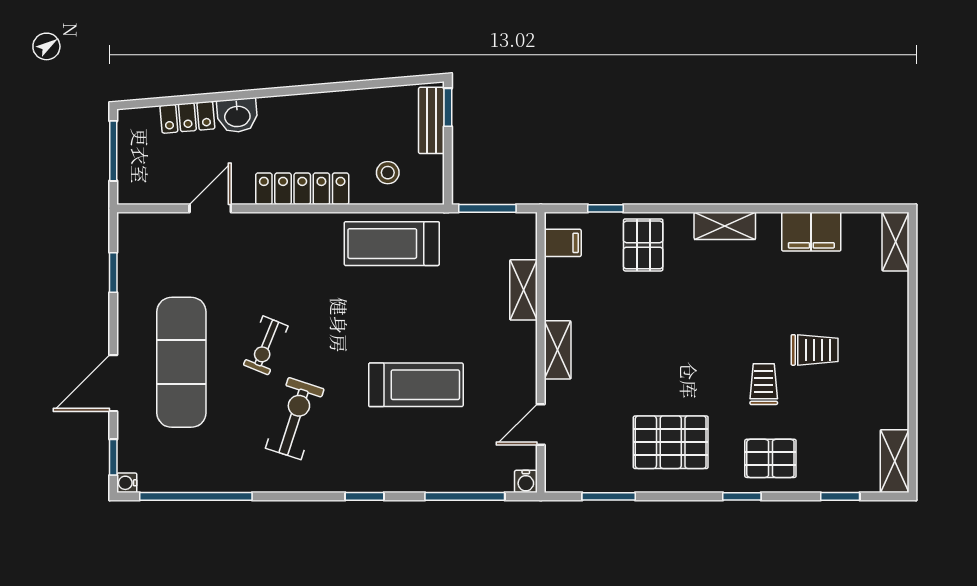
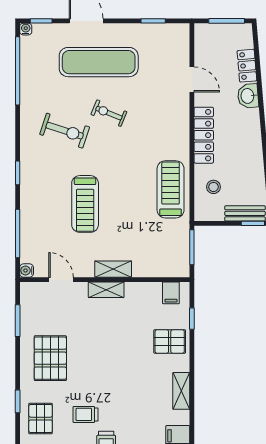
shelving: (523, 290) -> (113, 269), moved
trolley: (764, 384) -> (86, 414), turned 180

